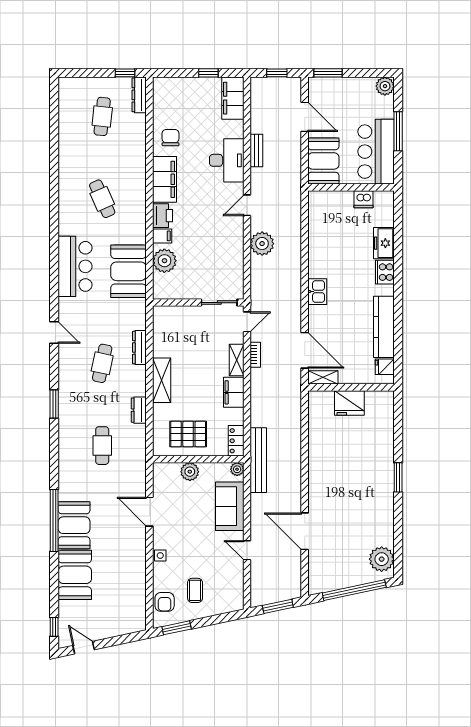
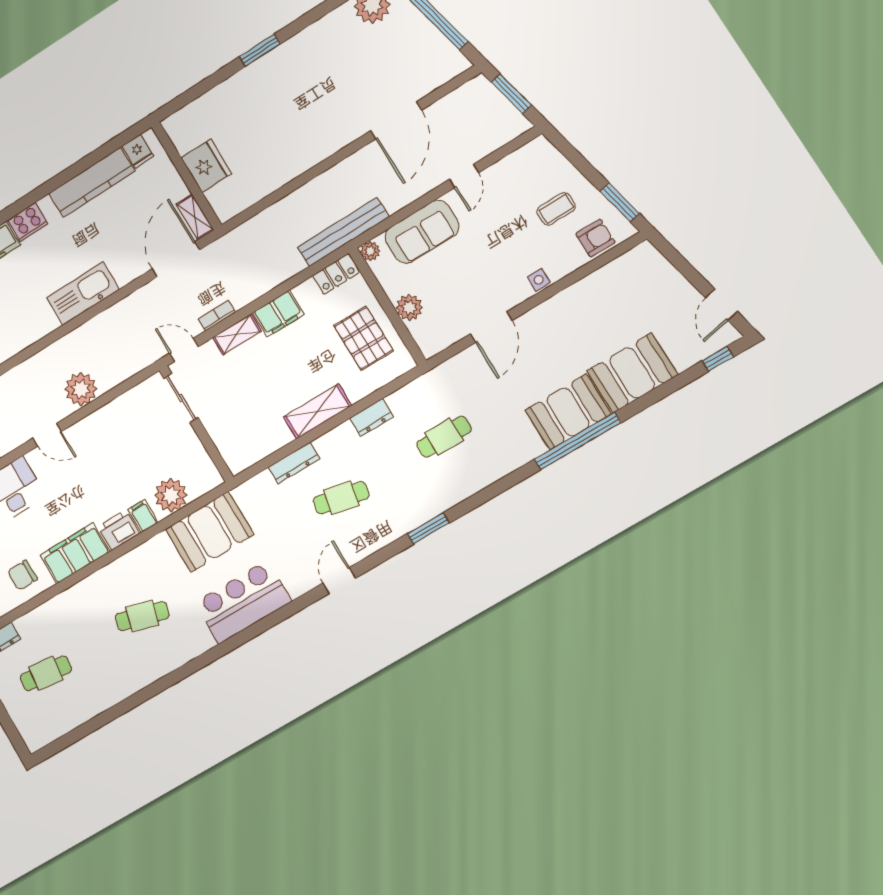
cafe table: (102, 199) -> (142, 616), turned 39
kitchen sink: (317, 292) -> (83, 294), width x1.87, depth x1.24

